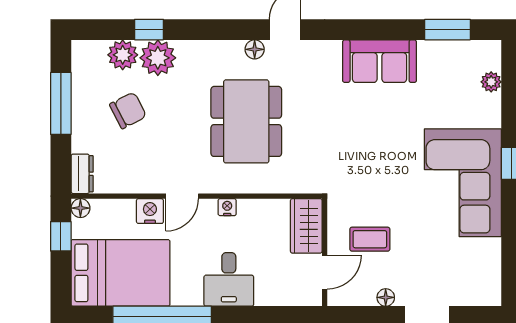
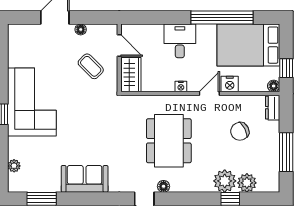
chair: (128, 110) -> (240, 131), moved
coffee table: (370, 239) -> (91, 66), turned 45
door: (325, 272) -> (119, 46), swing flipped

